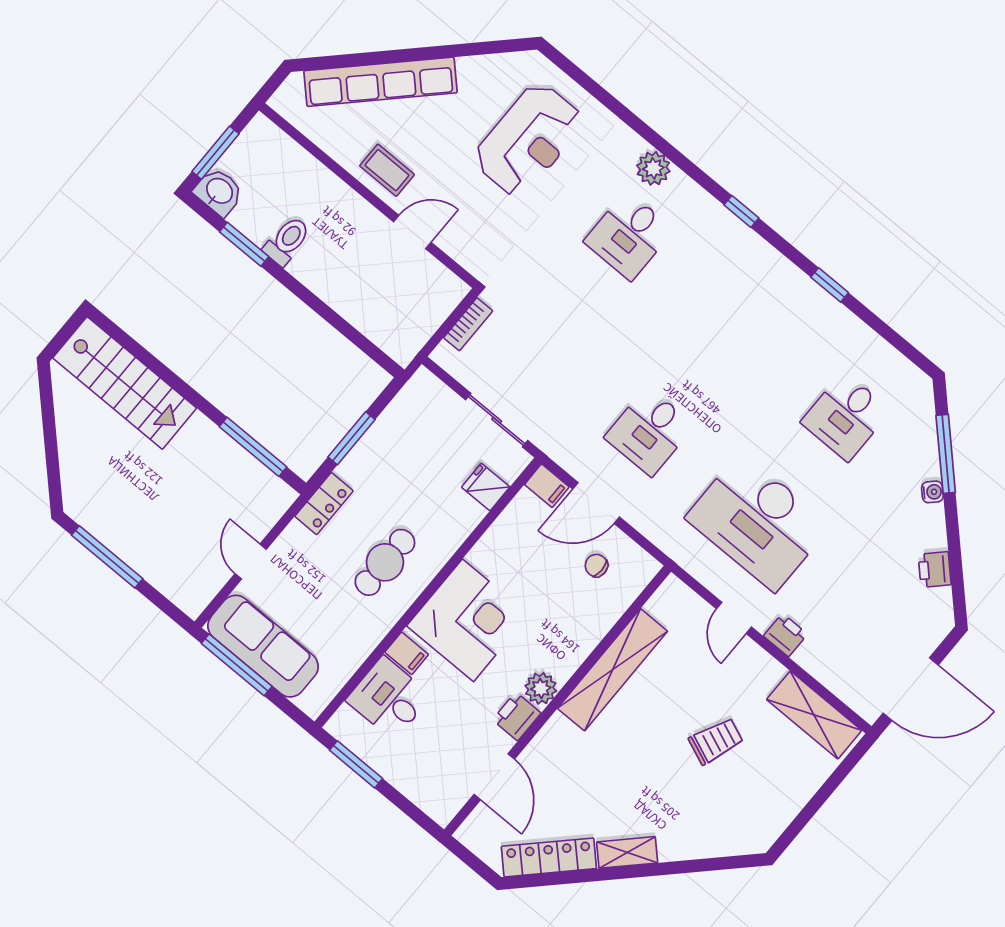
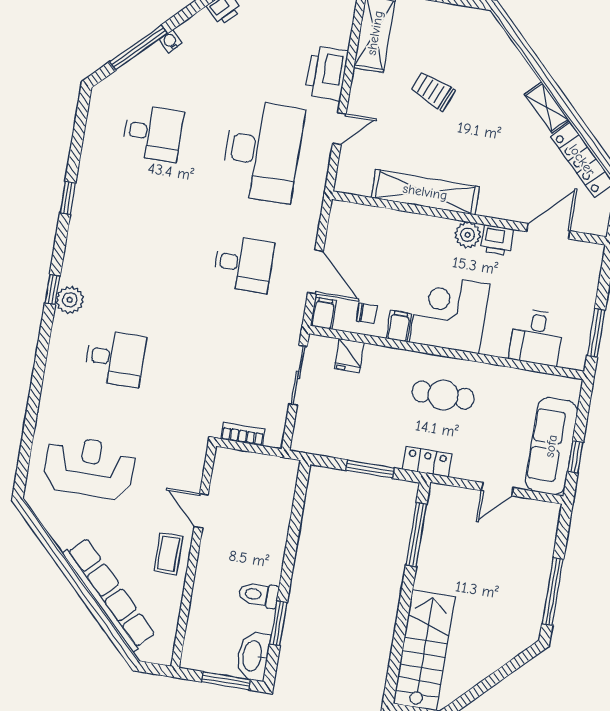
plant: (653, 168) -> (70, 300), moved
washbasin: (219, 192) -> (253, 656), width x1.38
chair: (596, 566) -> (367, 313), moved, turned -90
printer: (785, 635) -> (327, 73), width x1.87, depth x1.48
filing cabinet: (407, 653) -> (399, 326), moved
window: (237, 665) -> (575, 457), width x0.46

